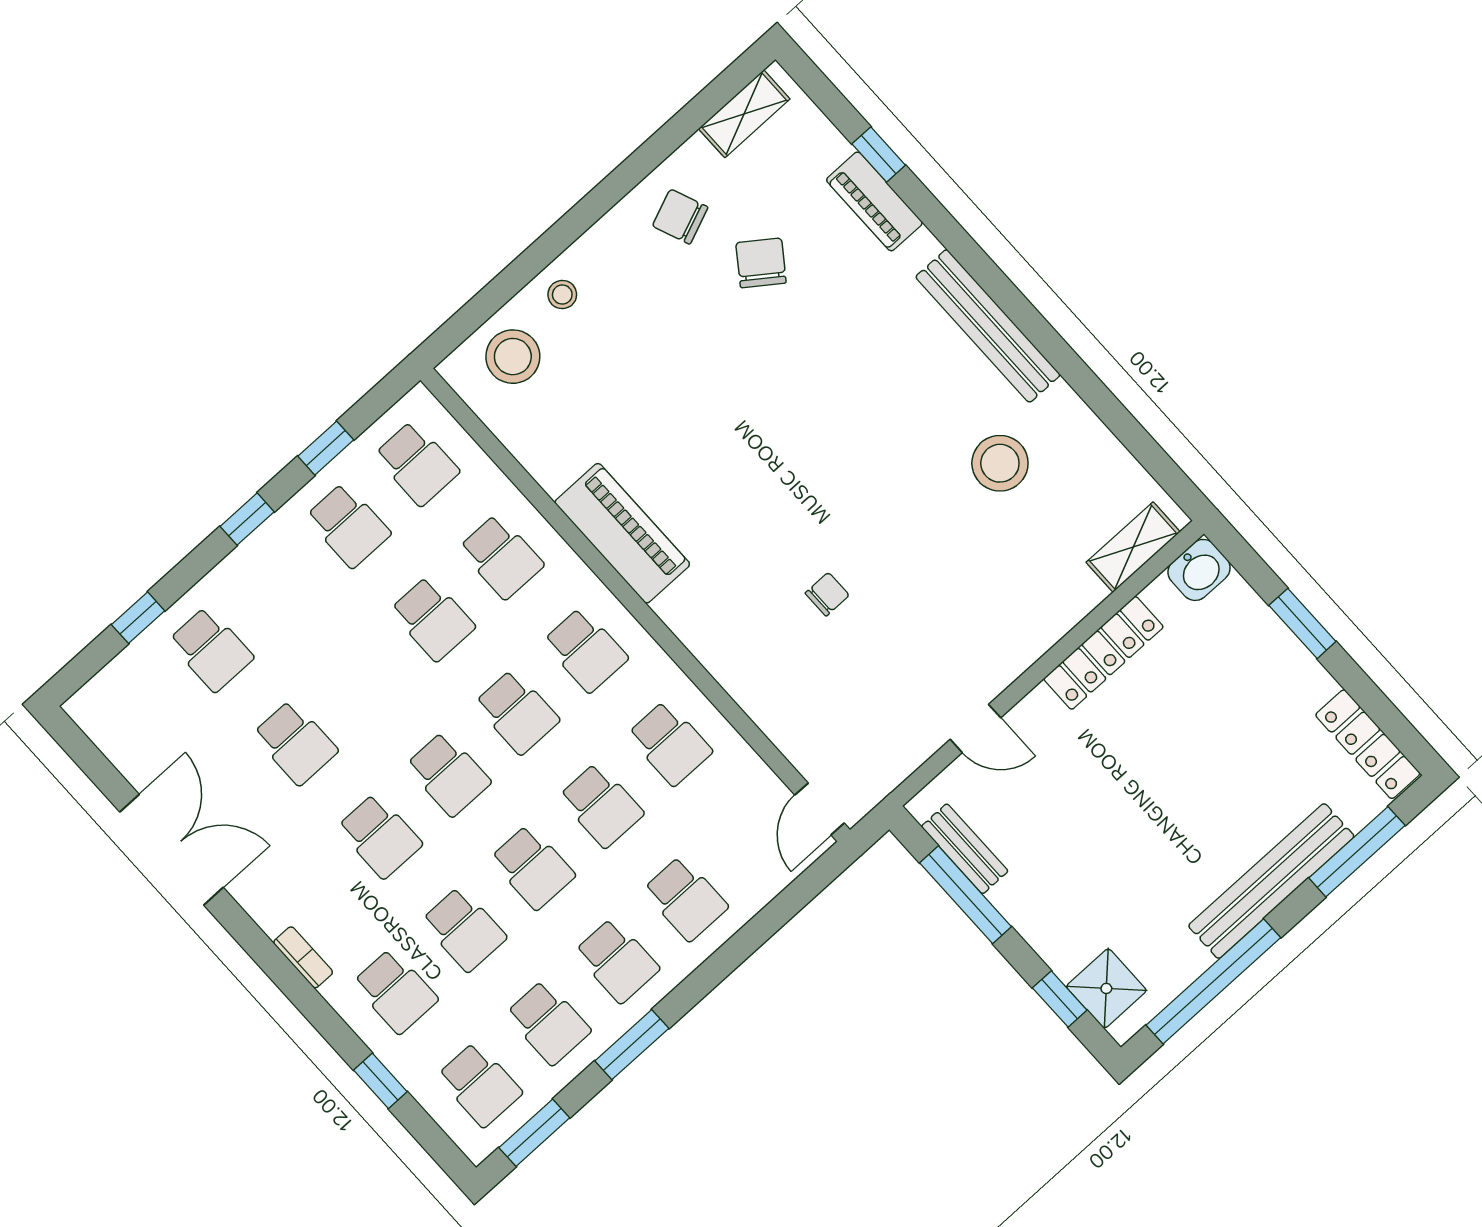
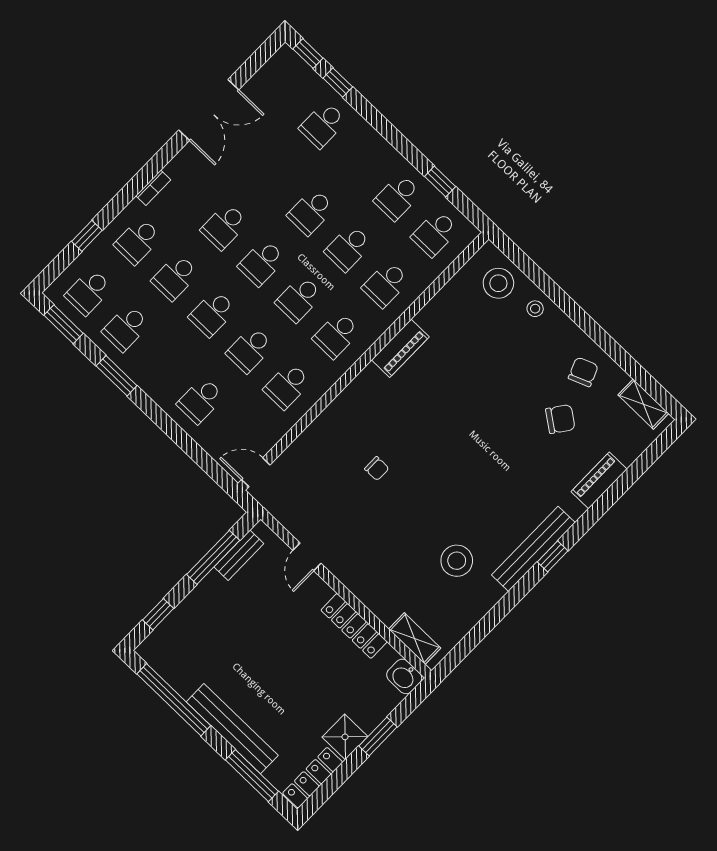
window: (879, 154) -> (553, 556), moved
window: (247, 519) -> (308, 54), moved
piano: (622, 533) -> (400, 348), width x0.73, depth x0.75
school desk: (295, 743) -> (311, 212), moved
school desk: (617, 961) -> (163, 364), removed
shower: (1106, 988) -> (345, 737), moved

